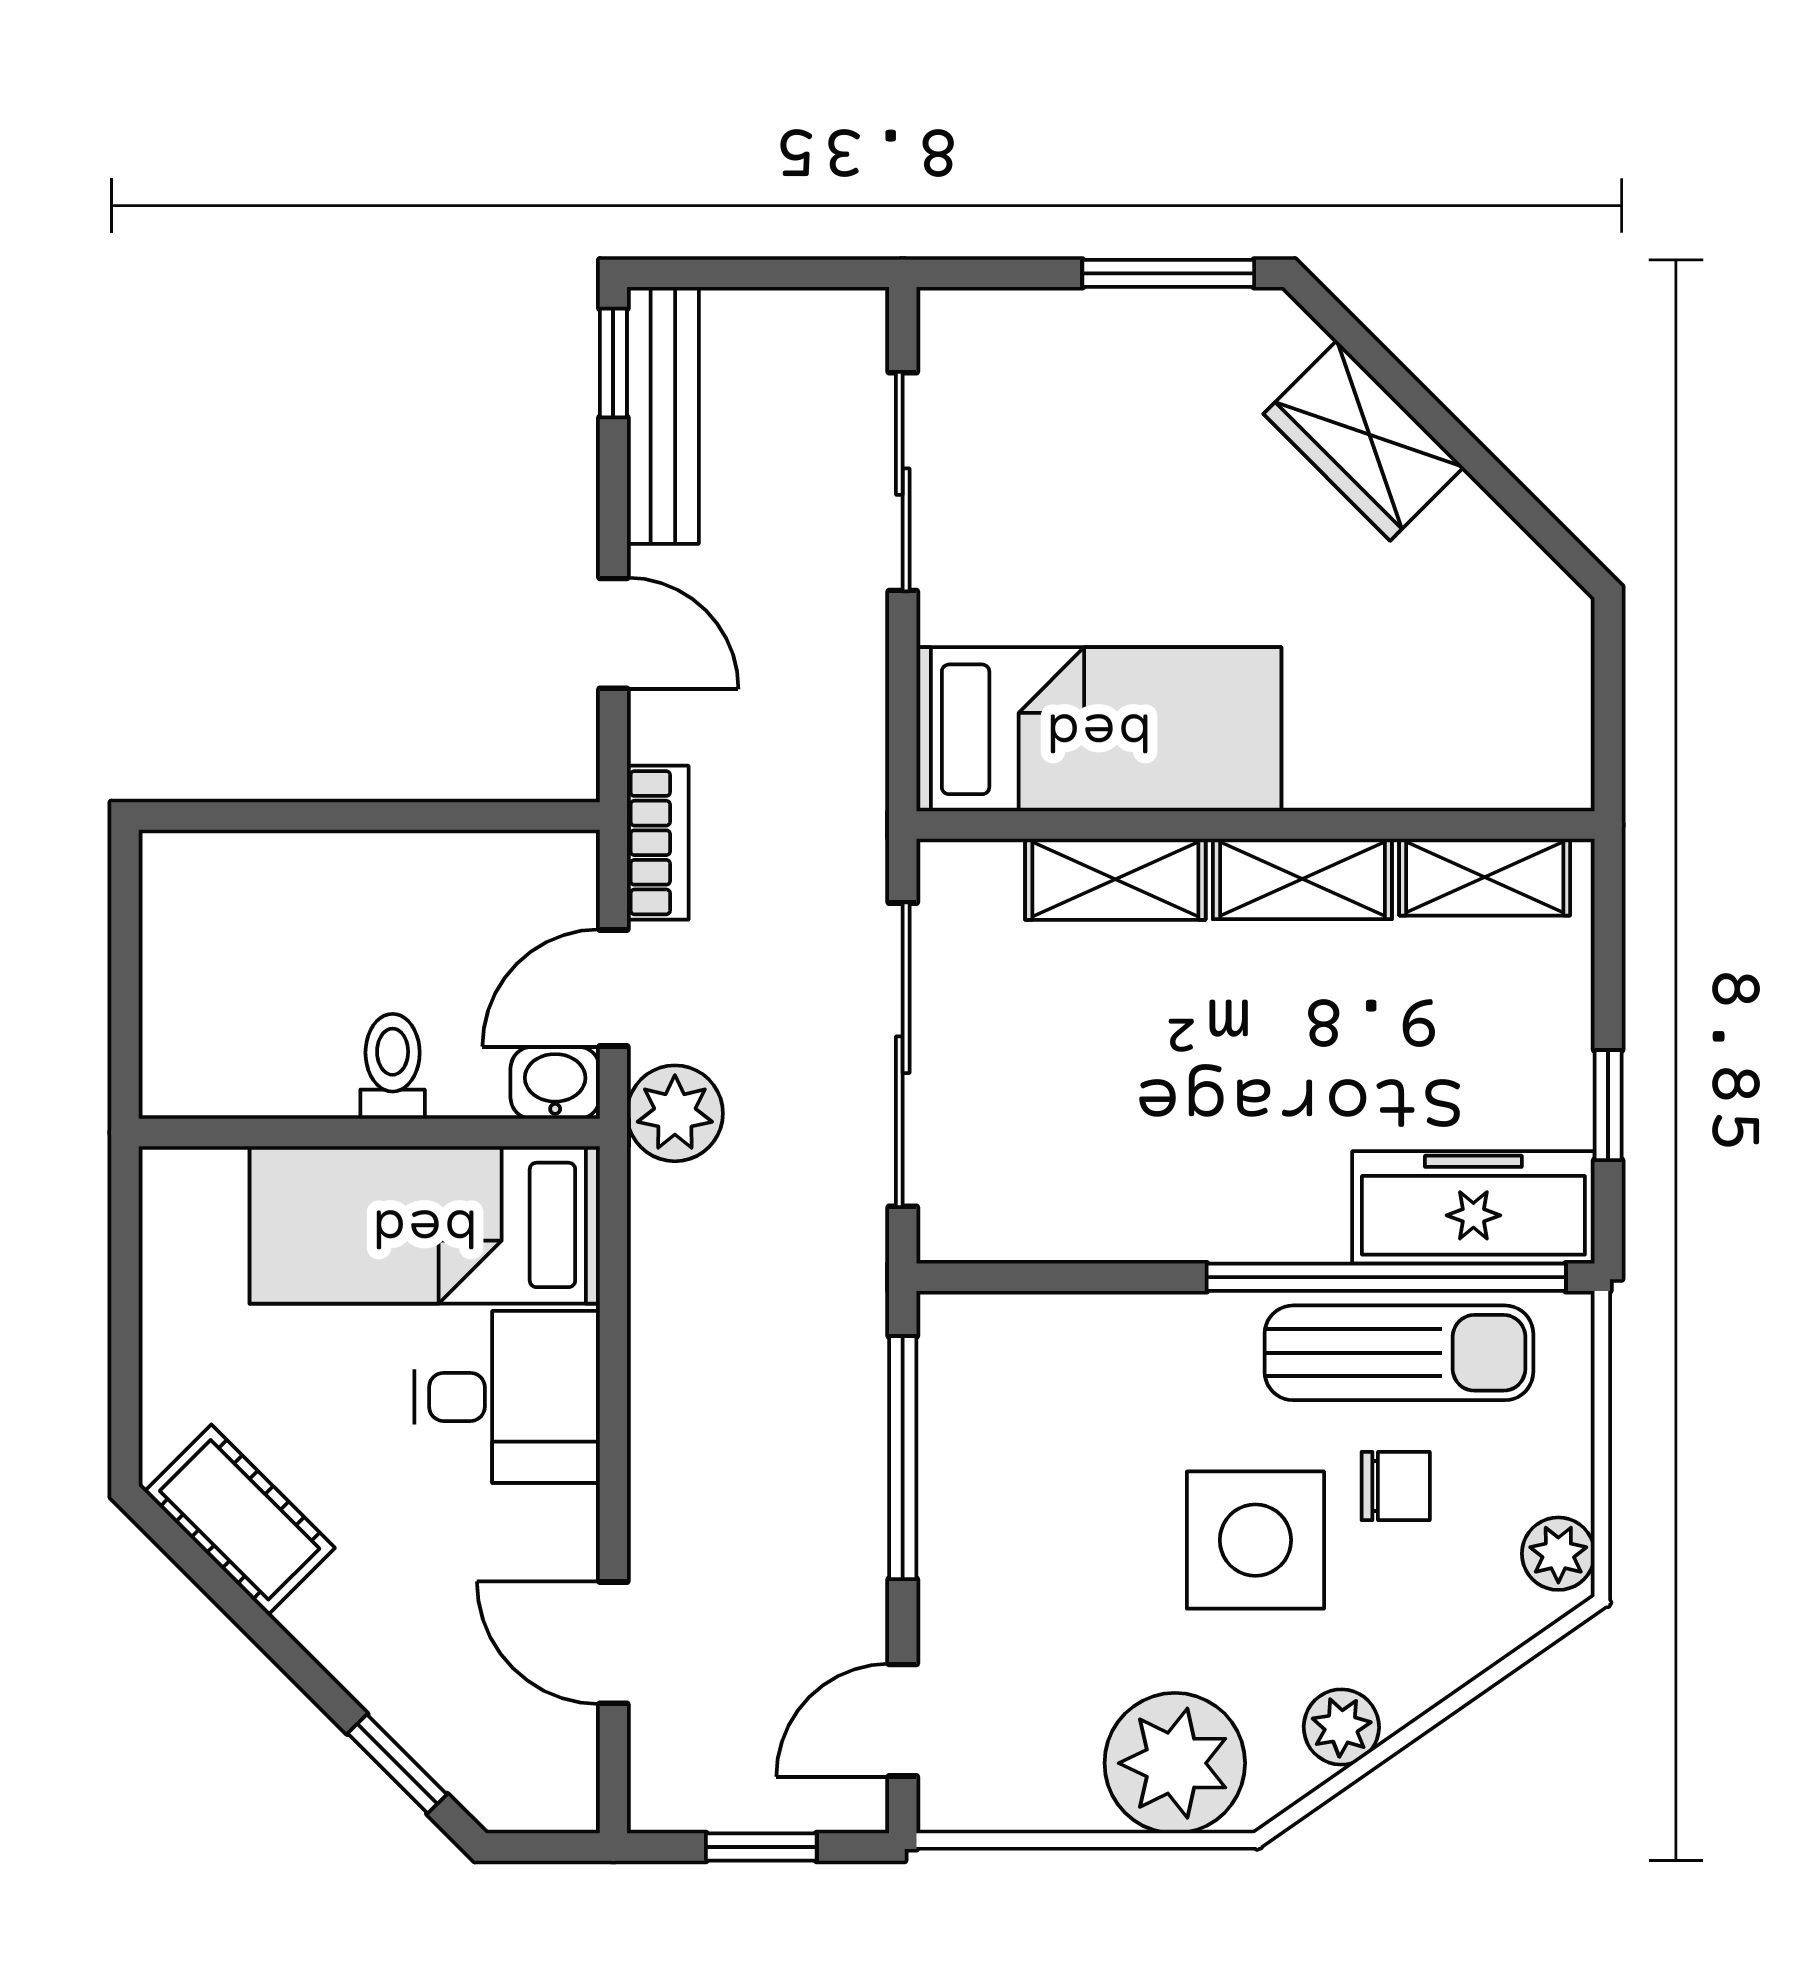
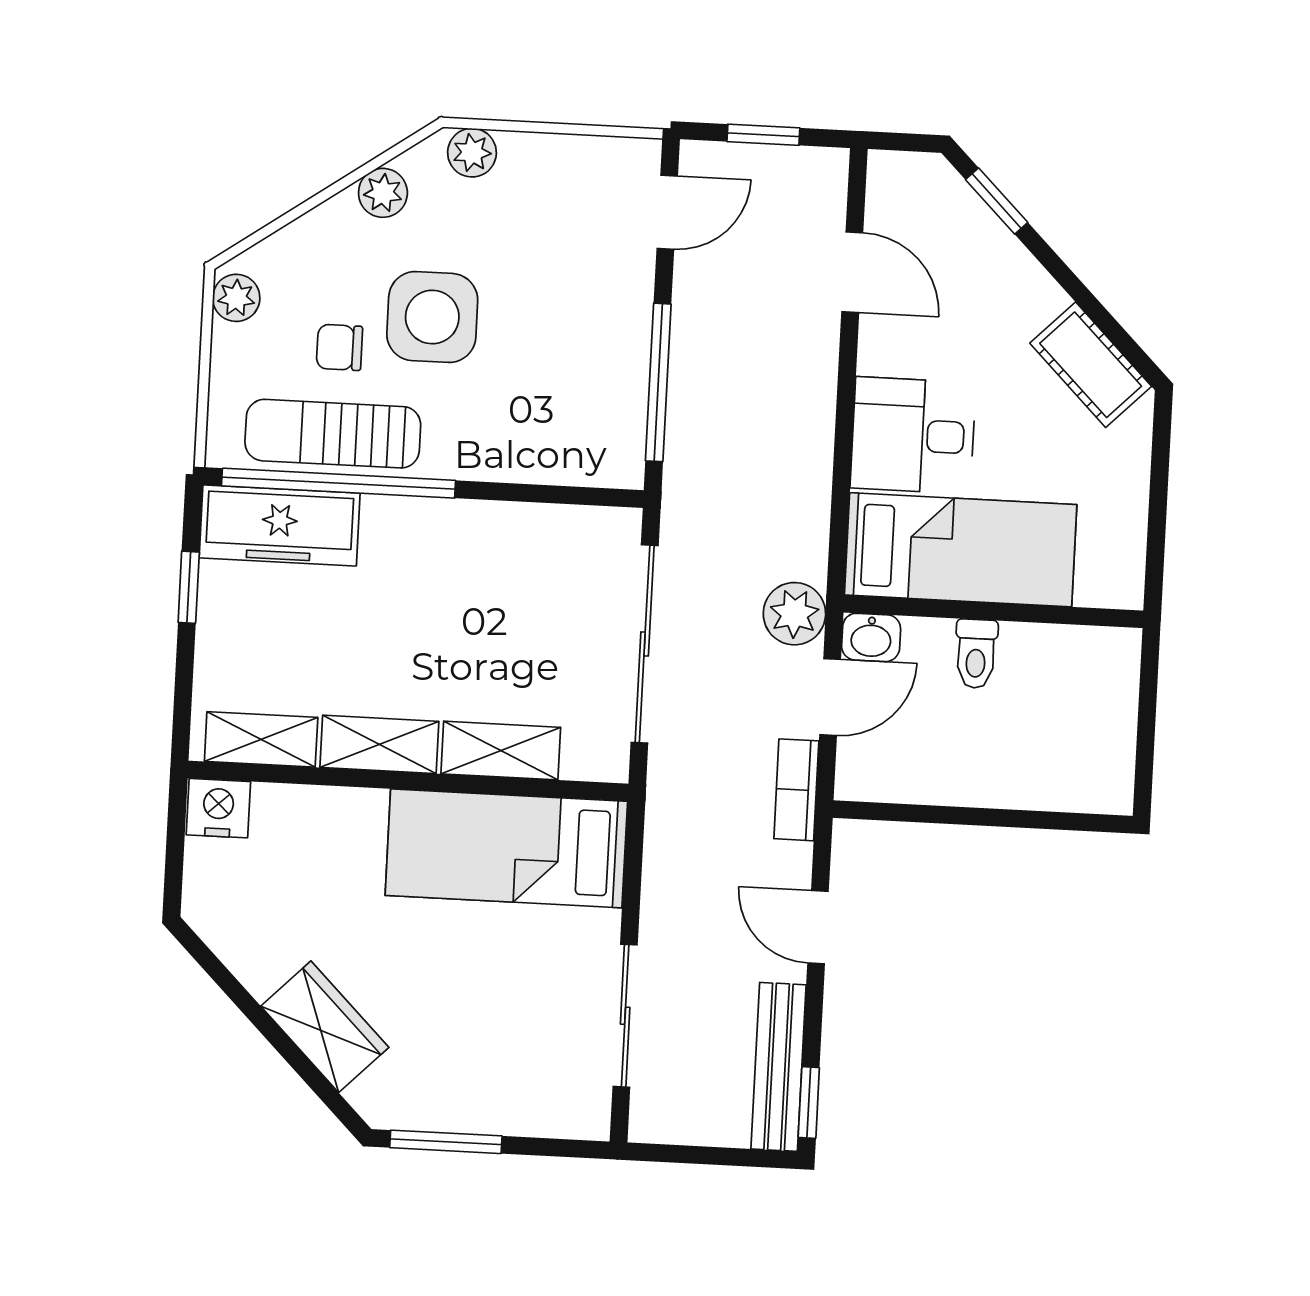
nightstand: (1545, 768) -> (218, 808), added
plant: (1175, 1763) -> (472, 153), width x0.53, depth x0.53

